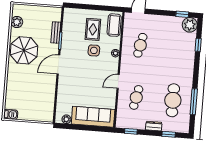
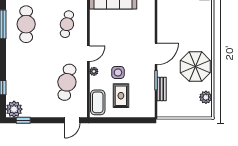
cafe table: (140, 45) -> (67, 82), width x1.37, depth x1.35
door: (118, 81) -> (88, 54), moved

